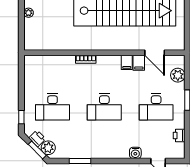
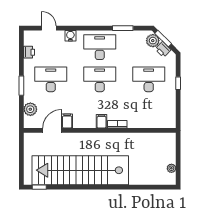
door: (155, 53) -> (52, 130), hinge flipped
filing cabinet: (127, 62) -> (102, 121), moved
window: (21, 117) -> (178, 83), moved
desk: (104, 141) -> (100, 47), added

